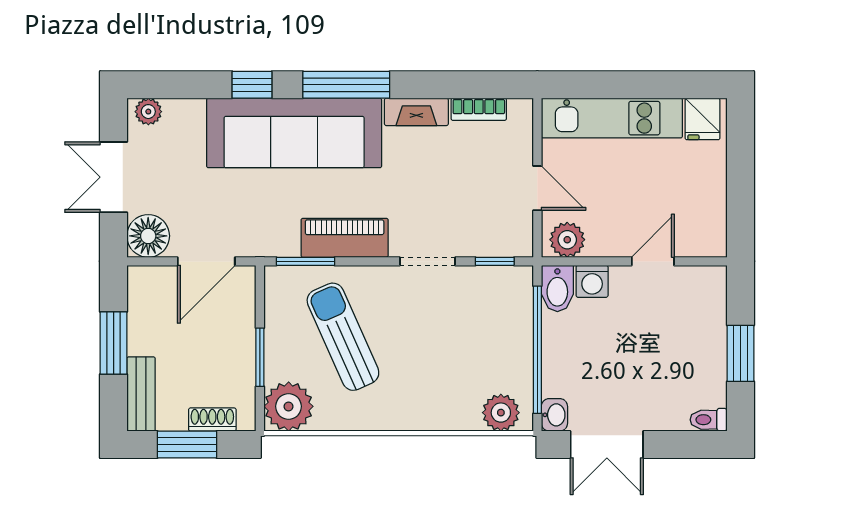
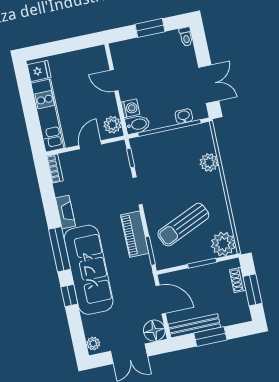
bookcase: (479, 109) -> (55, 169), moved
bench: (141, 394) -> (194, 326), moved, width x1.36
plant: (501, 413) -> (209, 162), moved
washbasin: (554, 415) -> (184, 116), moved

